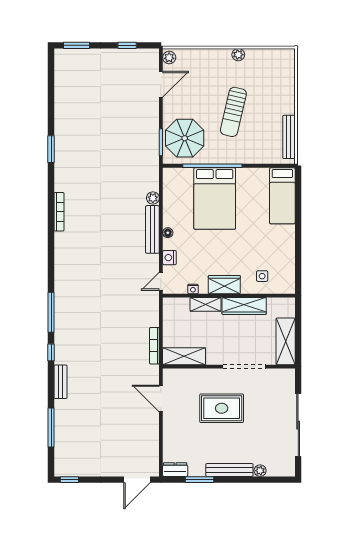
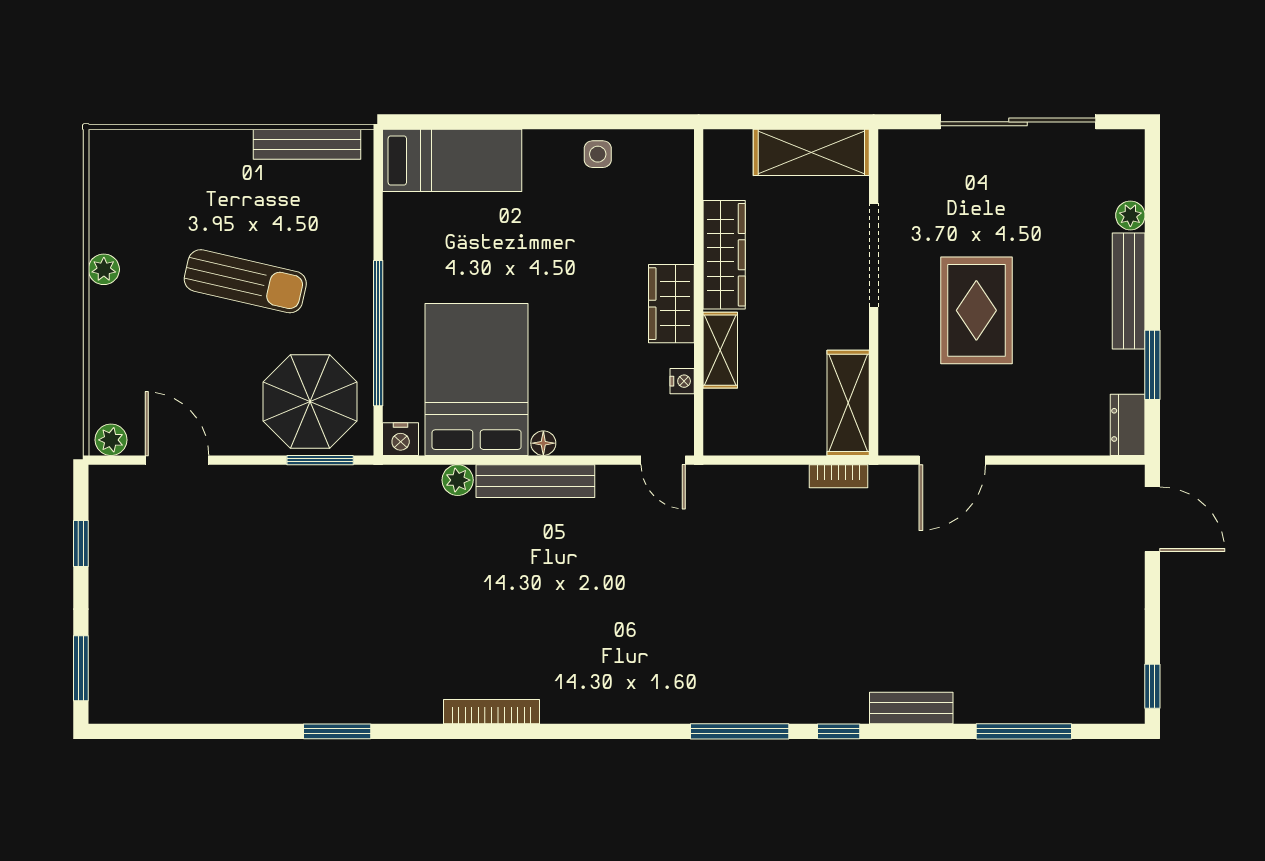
bed: (215, 198) -> (477, 380), moved, turned -90
nightstand: (169, 258) -> (401, 439), moved
side table: (262, 276) -> (598, 154), moved
bookcase: (154, 346) -> (839, 476), width x0.64

